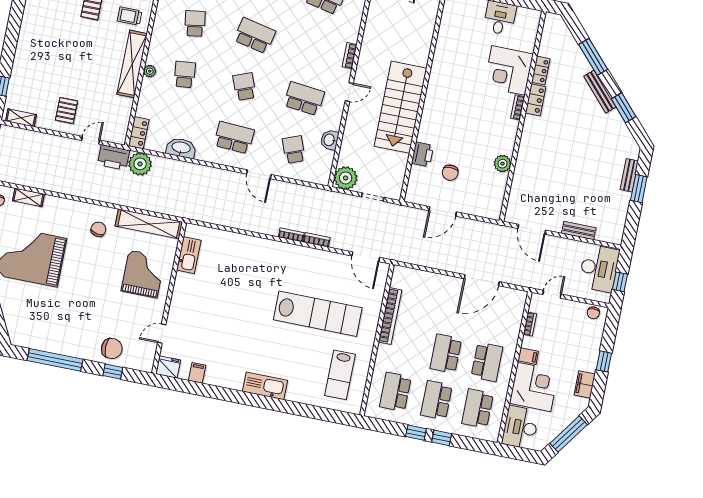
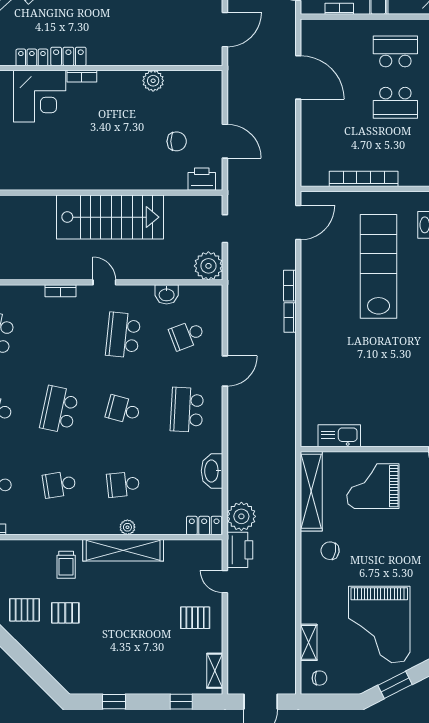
window: (13, 32) -> (114, 702), added
school desk: (244, 87) -> (123, 410), turned 36
printer: (423, 154) -> (202, 179), moved

